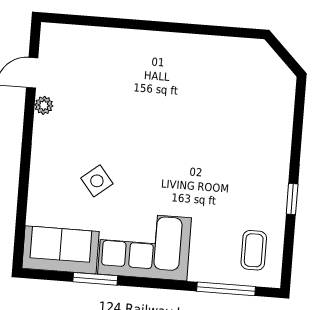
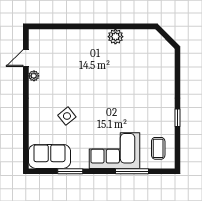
plant: (193, 47) -> (115, 37), added
corner sofa: (145, 246) -> (114, 151), moved
window: (226, 289) -> (132, 171), moved

